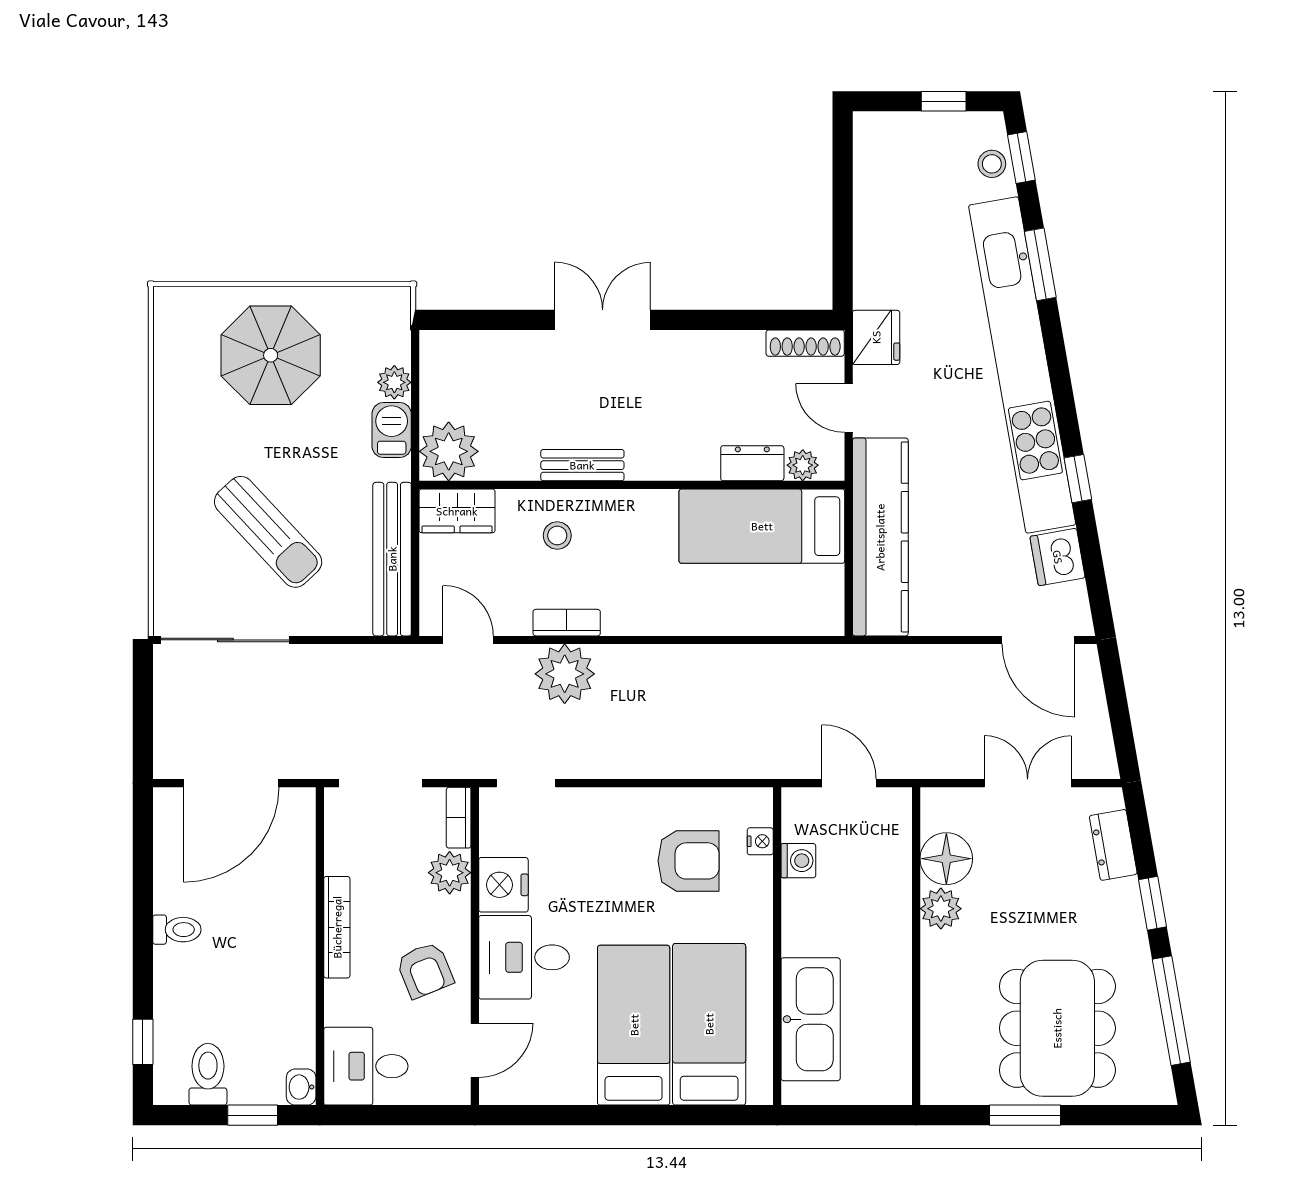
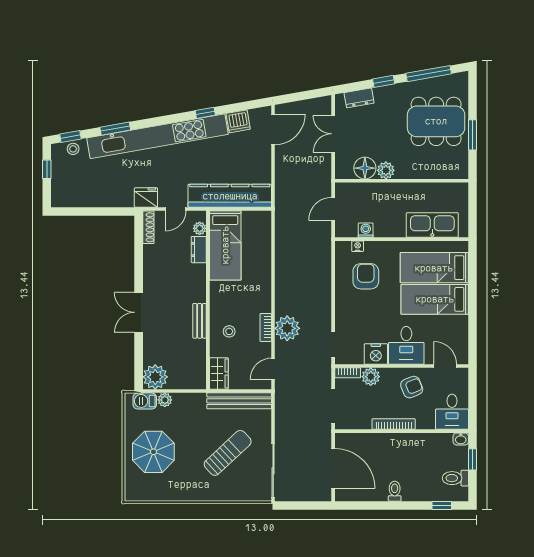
barbecue: (392, 430) -> (145, 401), moved
plant: (449, 451) -> (155, 377), moved

